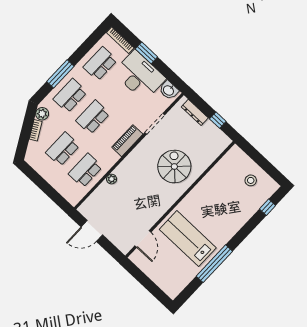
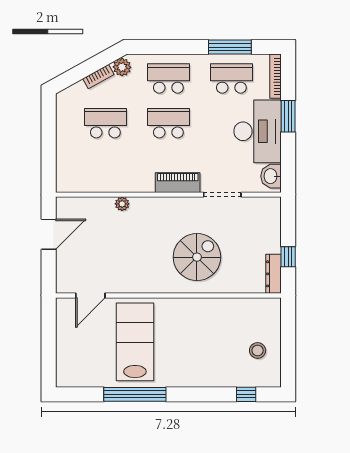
window: (60, 74) -> (230, 47), moved
dresser: (195, 112) -> (274, 274), moved
school desk: (85, 170) -> (105, 168), removed
door: (92, 231) -> (49, 234), swing flipped

